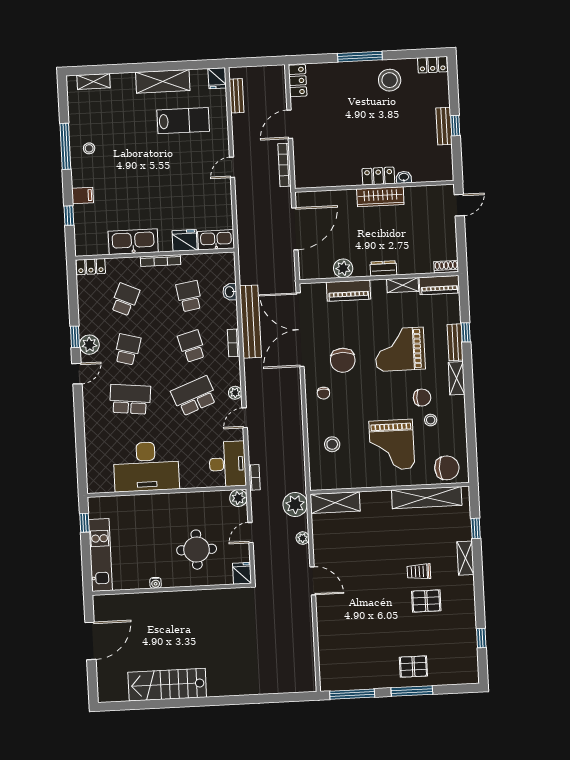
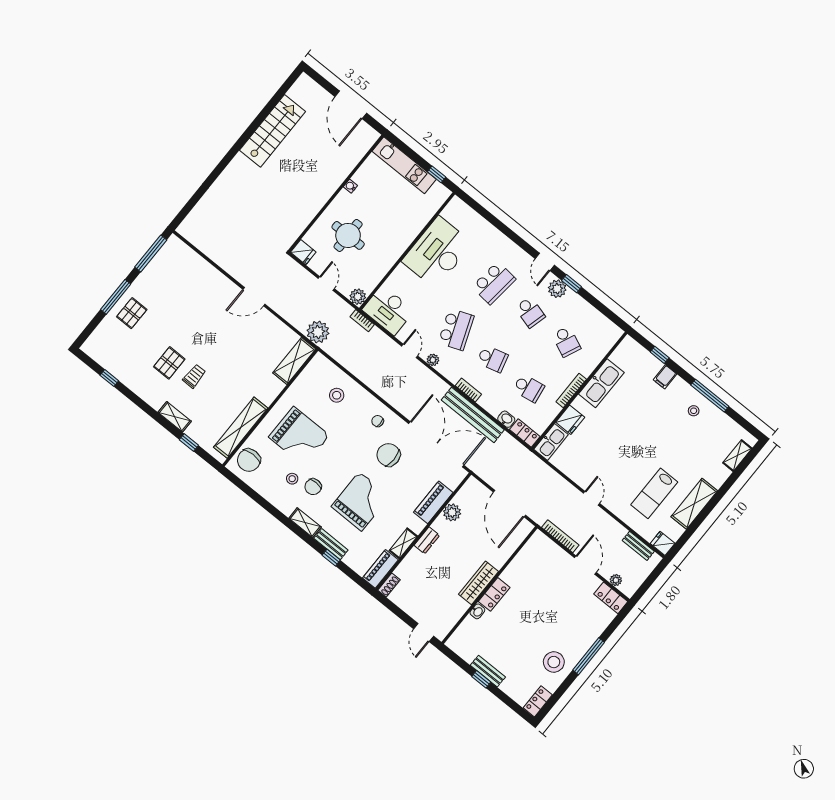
locker: (91, 267) -> (525, 433), moved, turned 90
grand piano: (392, 445) -> (299, 436), turned 180
plant: (303, 538) -> (616, 580), moved

